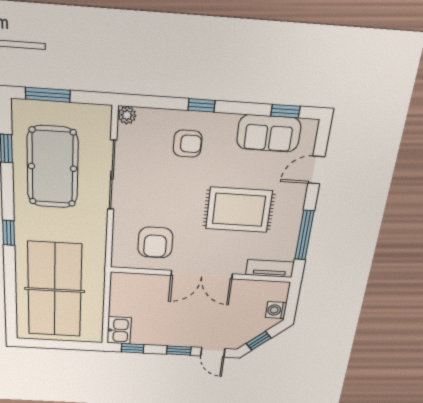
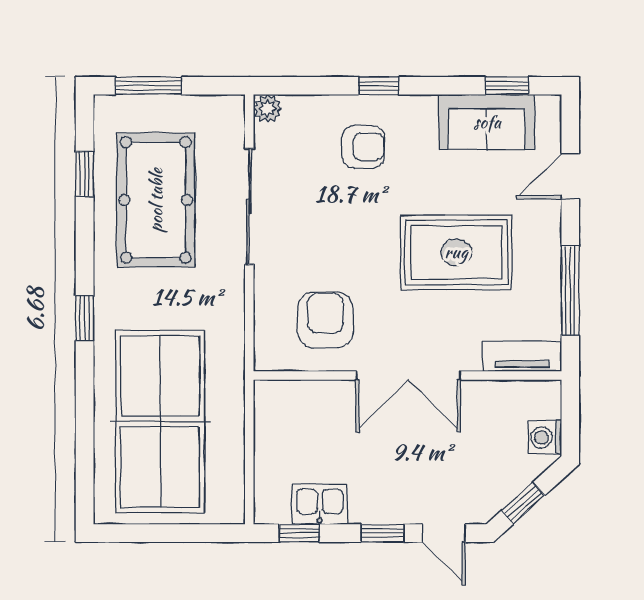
armchair: (155, 242) -> (325, 320), turned 180
kitchen sink: (119, 330) -> (320, 504), moved, turned -90

